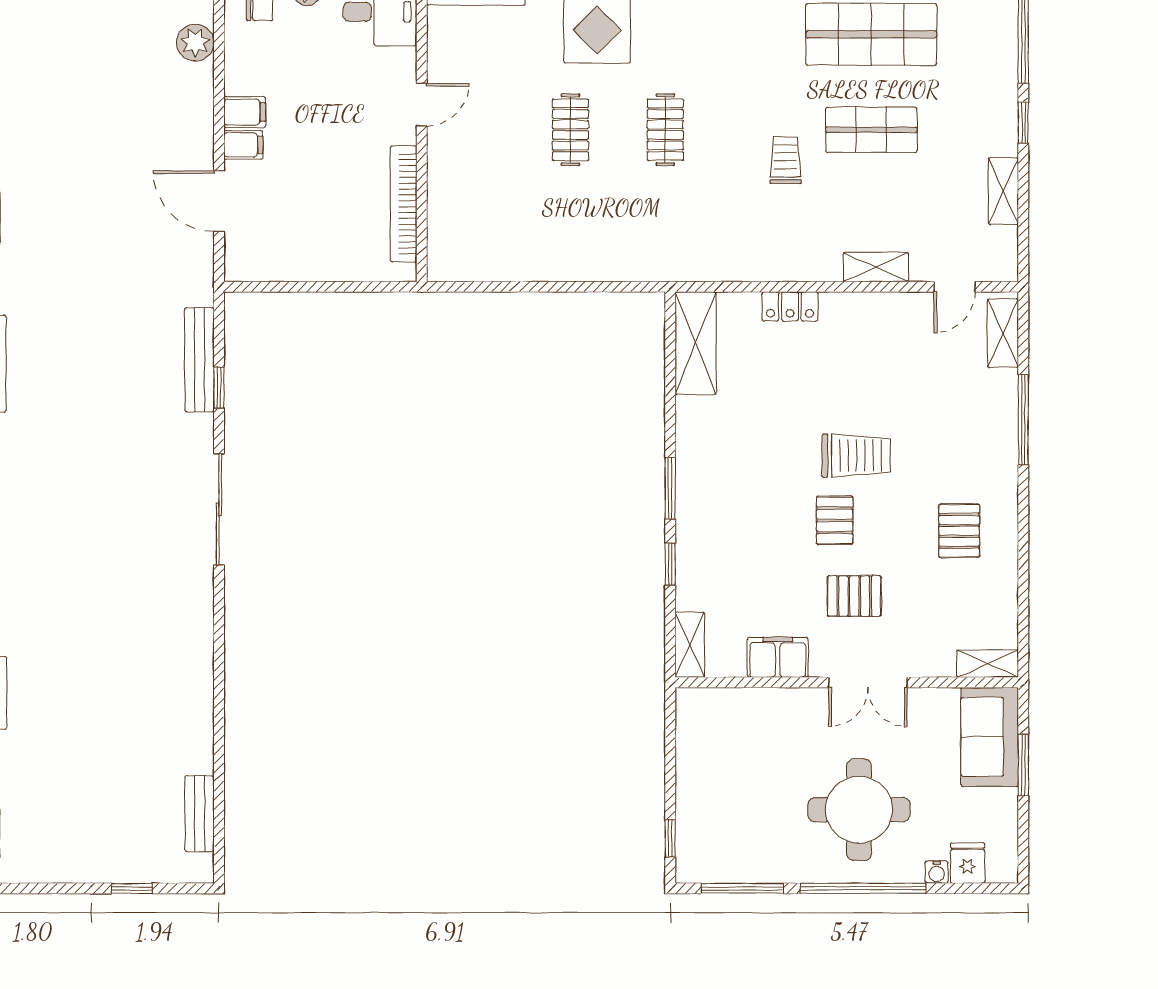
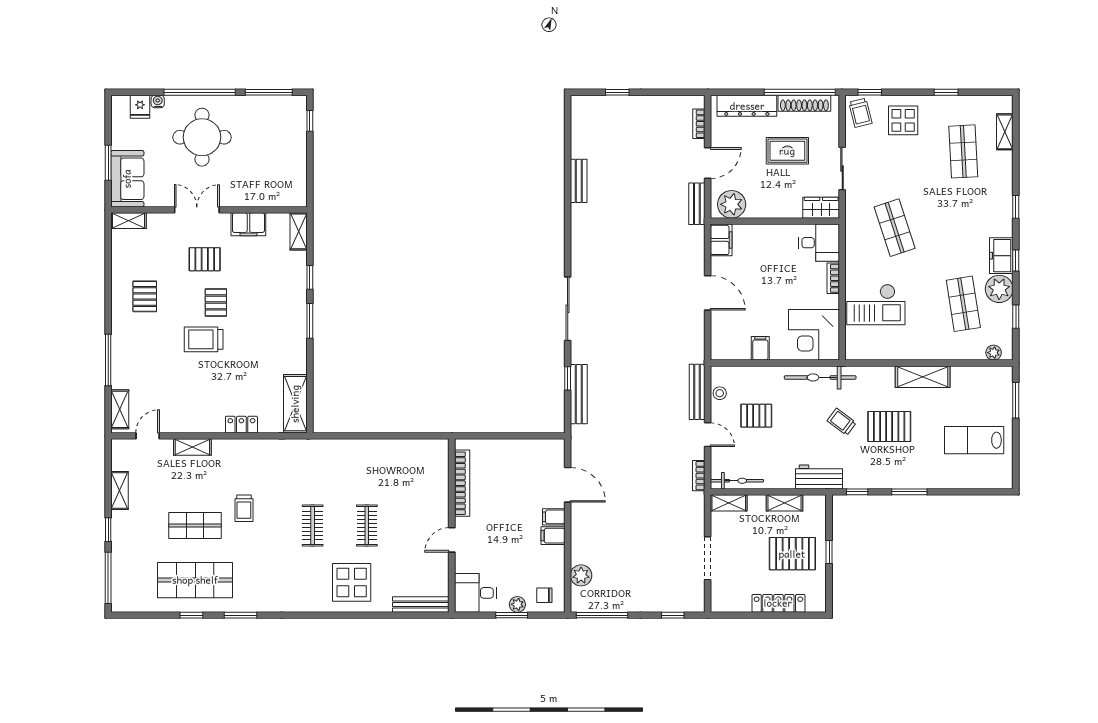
bench: (199, 814) -> (579, 181), moved

